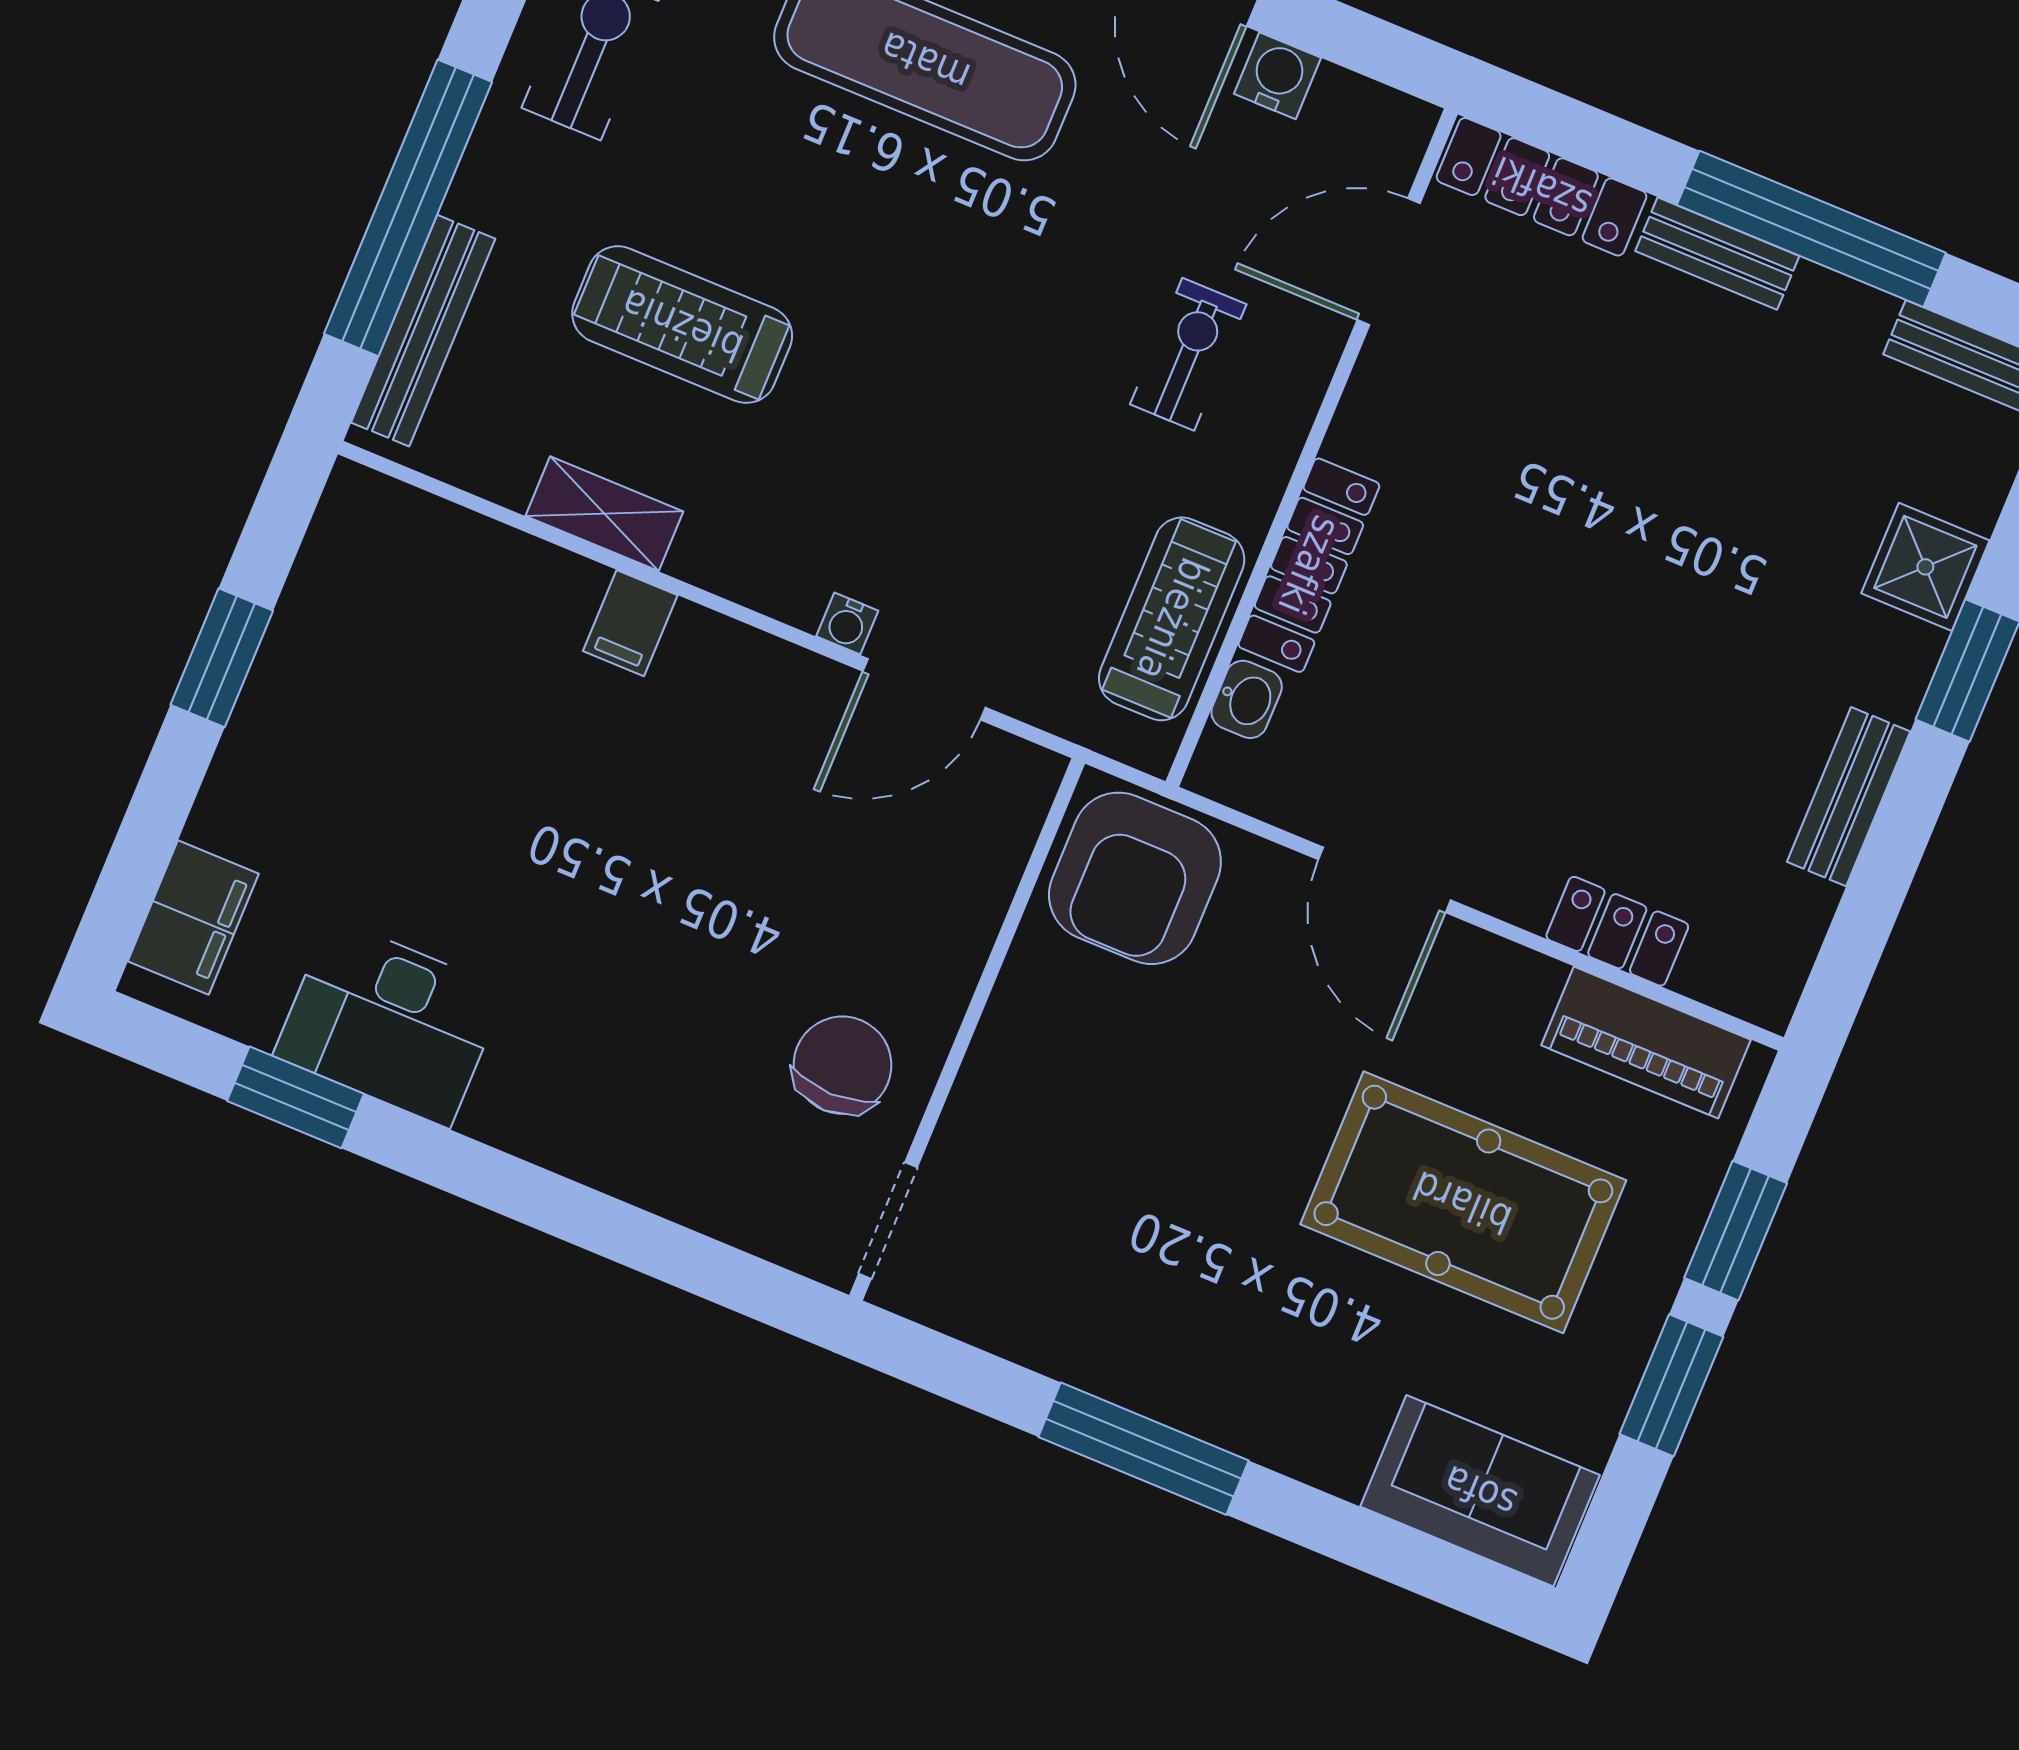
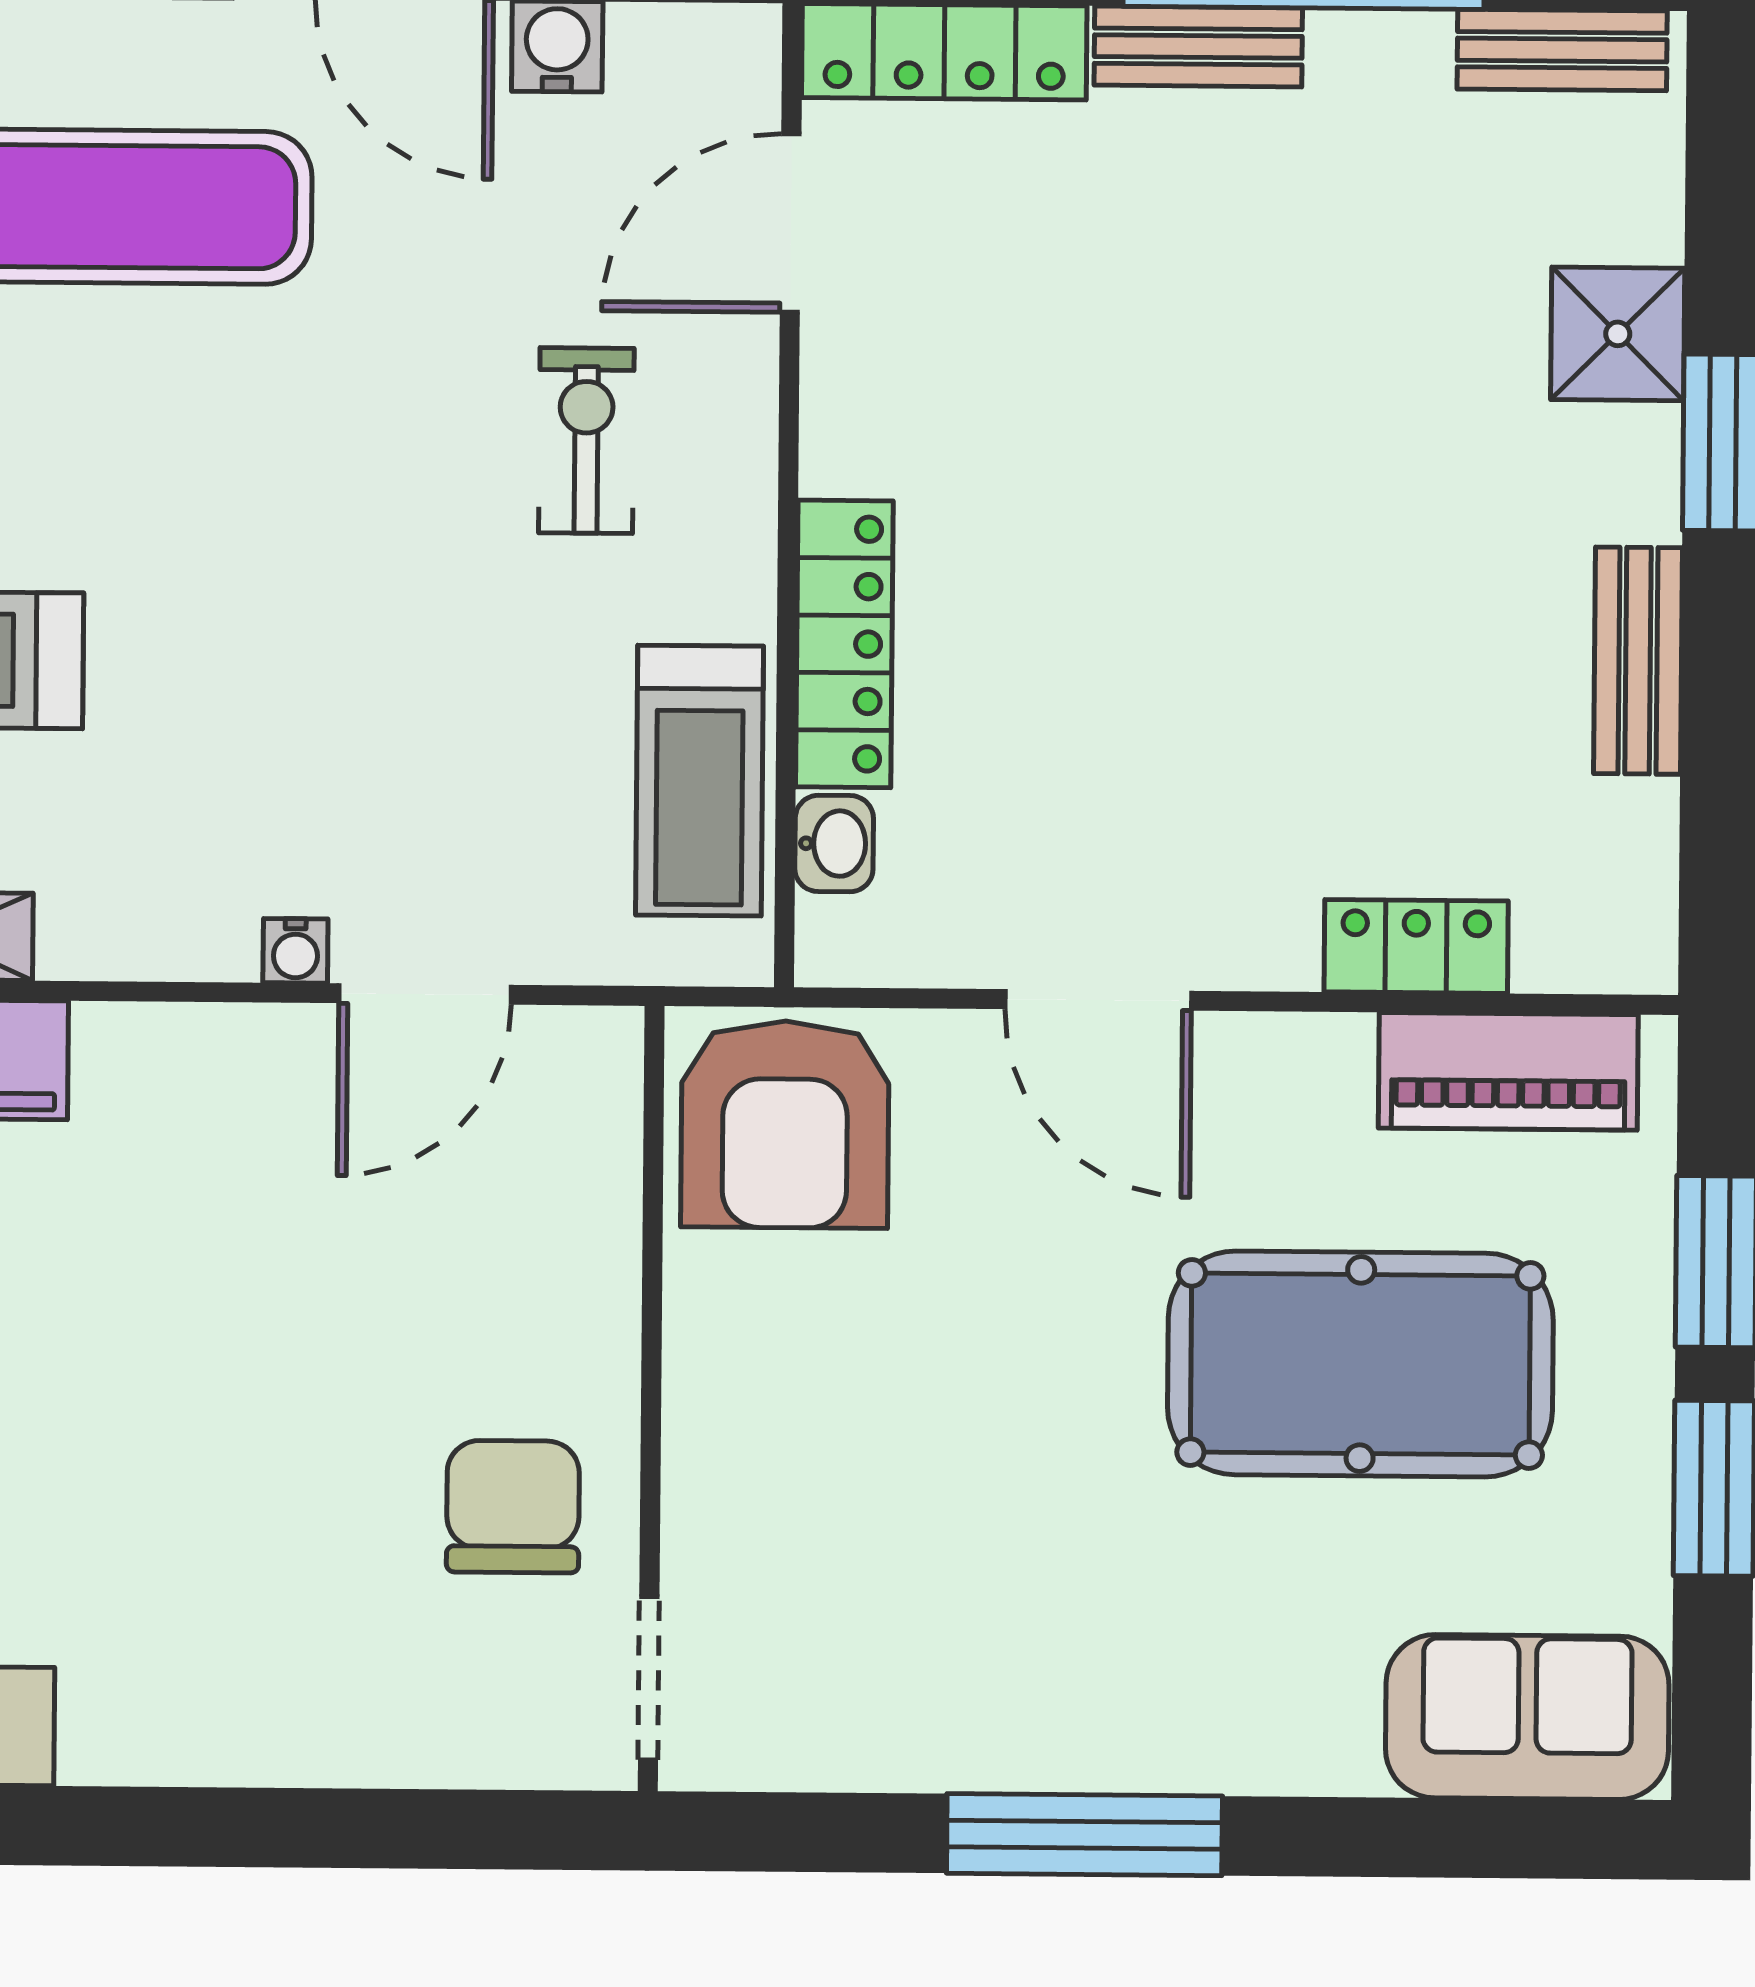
treadmill: (1172, 619) -> (700, 781), turned 180

